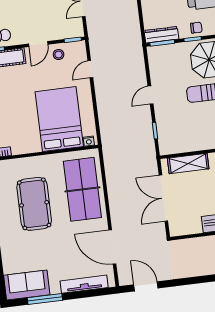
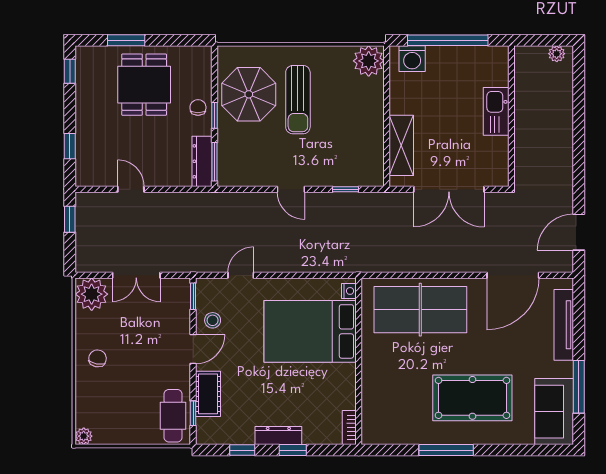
door: (38, 44) -> (193, 349), hinge flipped
door: (90, 69) -> (241, 275), swing flipped
pool table: (34, 204) -> (472, 398), moved

